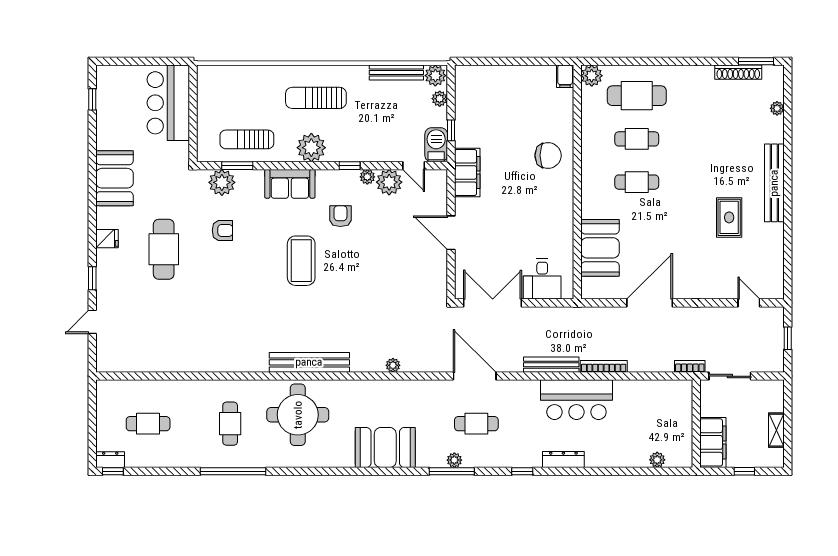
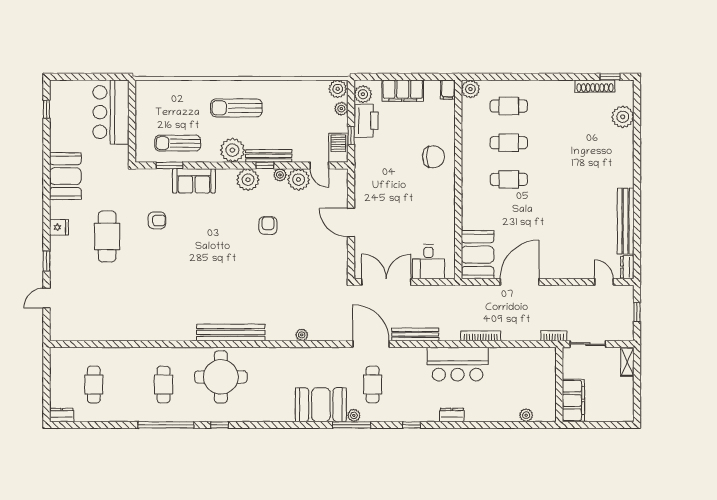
window: (756, 61) -> (610, 77), width x0.67
bench: (396, 73) -> (269, 156), moved
plant: (465, 82) -> (363, 94), added
cafe table: (637, 96) -> (509, 106), width x0.73, depth x0.74
plant: (777, 108) -> (623, 117), width x1.88, depth x1.88
printer: (469, 113) -> (366, 121), added
filing cabinet: (467, 173) -> (403, 91), moved, turned 90
plant: (222, 182) -> (248, 180), moved
bench: (774, 183) -> (626, 221), moved
sofa: (290, 184) -> (194, 181), moved
armchair: (340, 216) -> (268, 226), moved
rug: (729, 217) -> (587, 209), removed
booth: (600, 248) -> (478, 255), moved
coffee table: (301, 261) -> (224, 246), removed
dresser: (776, 285) -> (627, 267), added
bench: (551, 365) -> (415, 334), moved
cafe table: (148, 424) -> (94, 384), turned 90
cafe table: (476, 424) -> (373, 384), turned 90
shelving: (776, 430) -> (627, 362), moved
booth: (385, 447) -> (321, 405), moved
dresser: (563, 459) -> (452, 415), width x0.70
window: (113, 471) -> (220, 425), moved
window: (744, 471) -> (600, 425), removed

